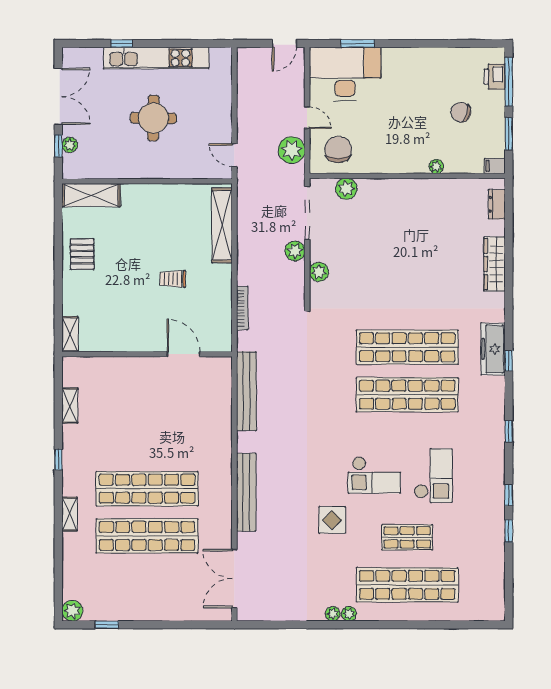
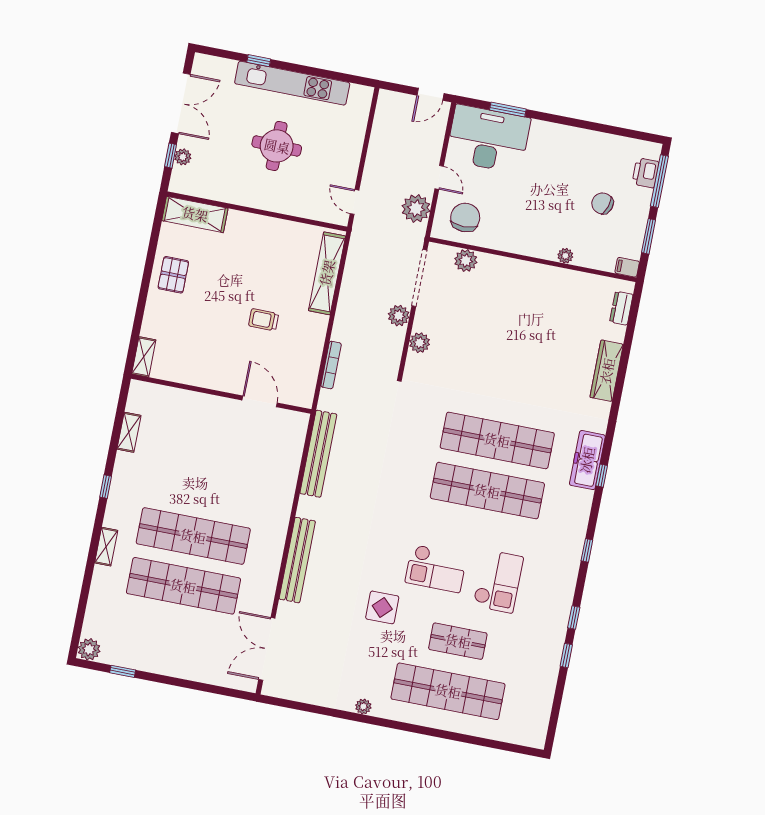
plant: (349, 614) -> (380, 710), removed

